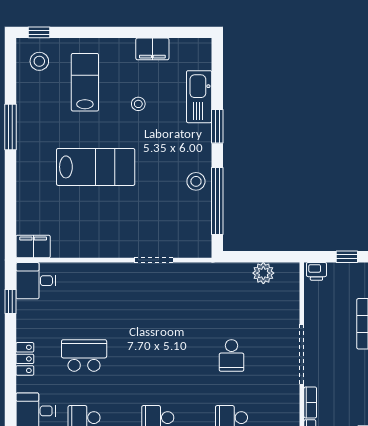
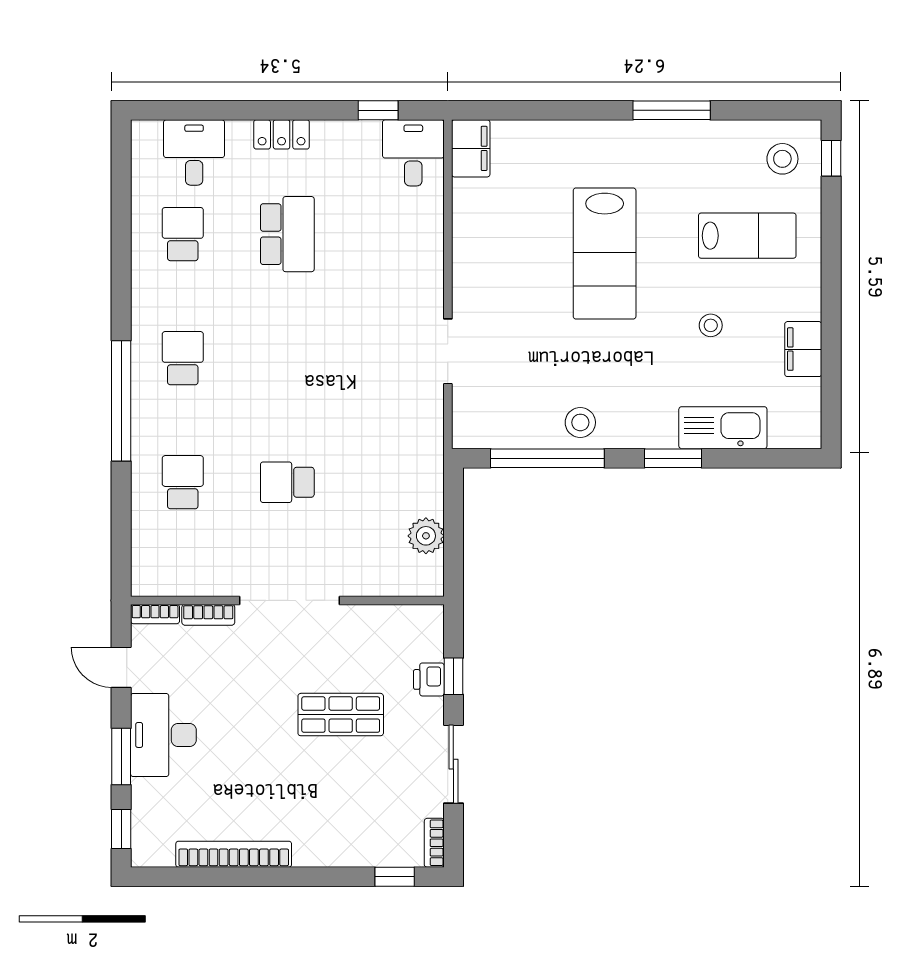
printer: (316, 271) -> (429, 679), moved

